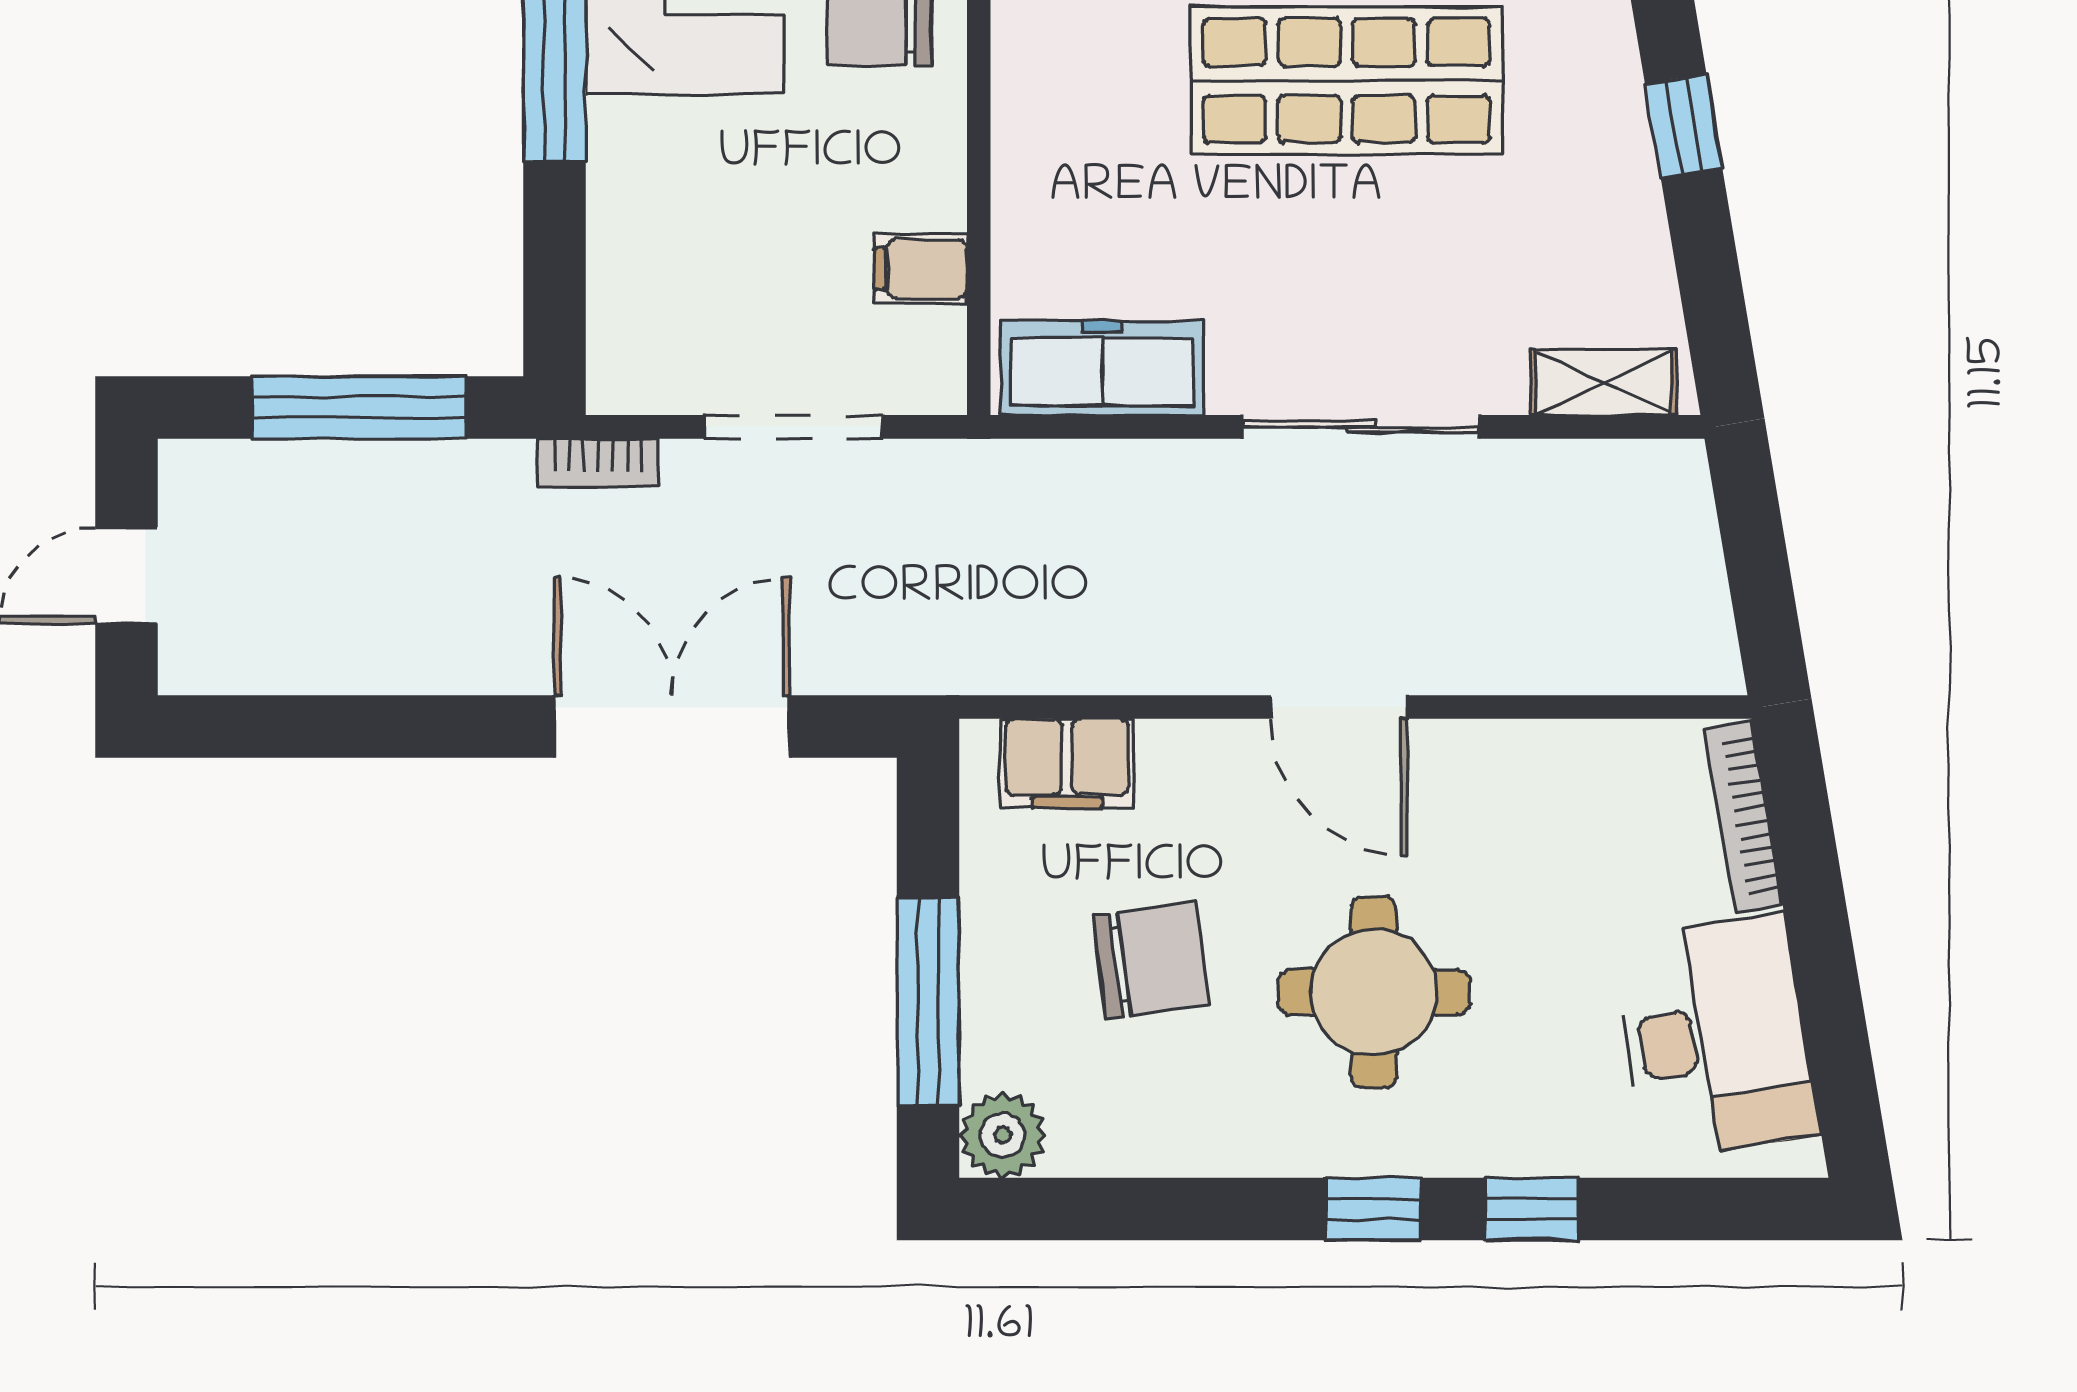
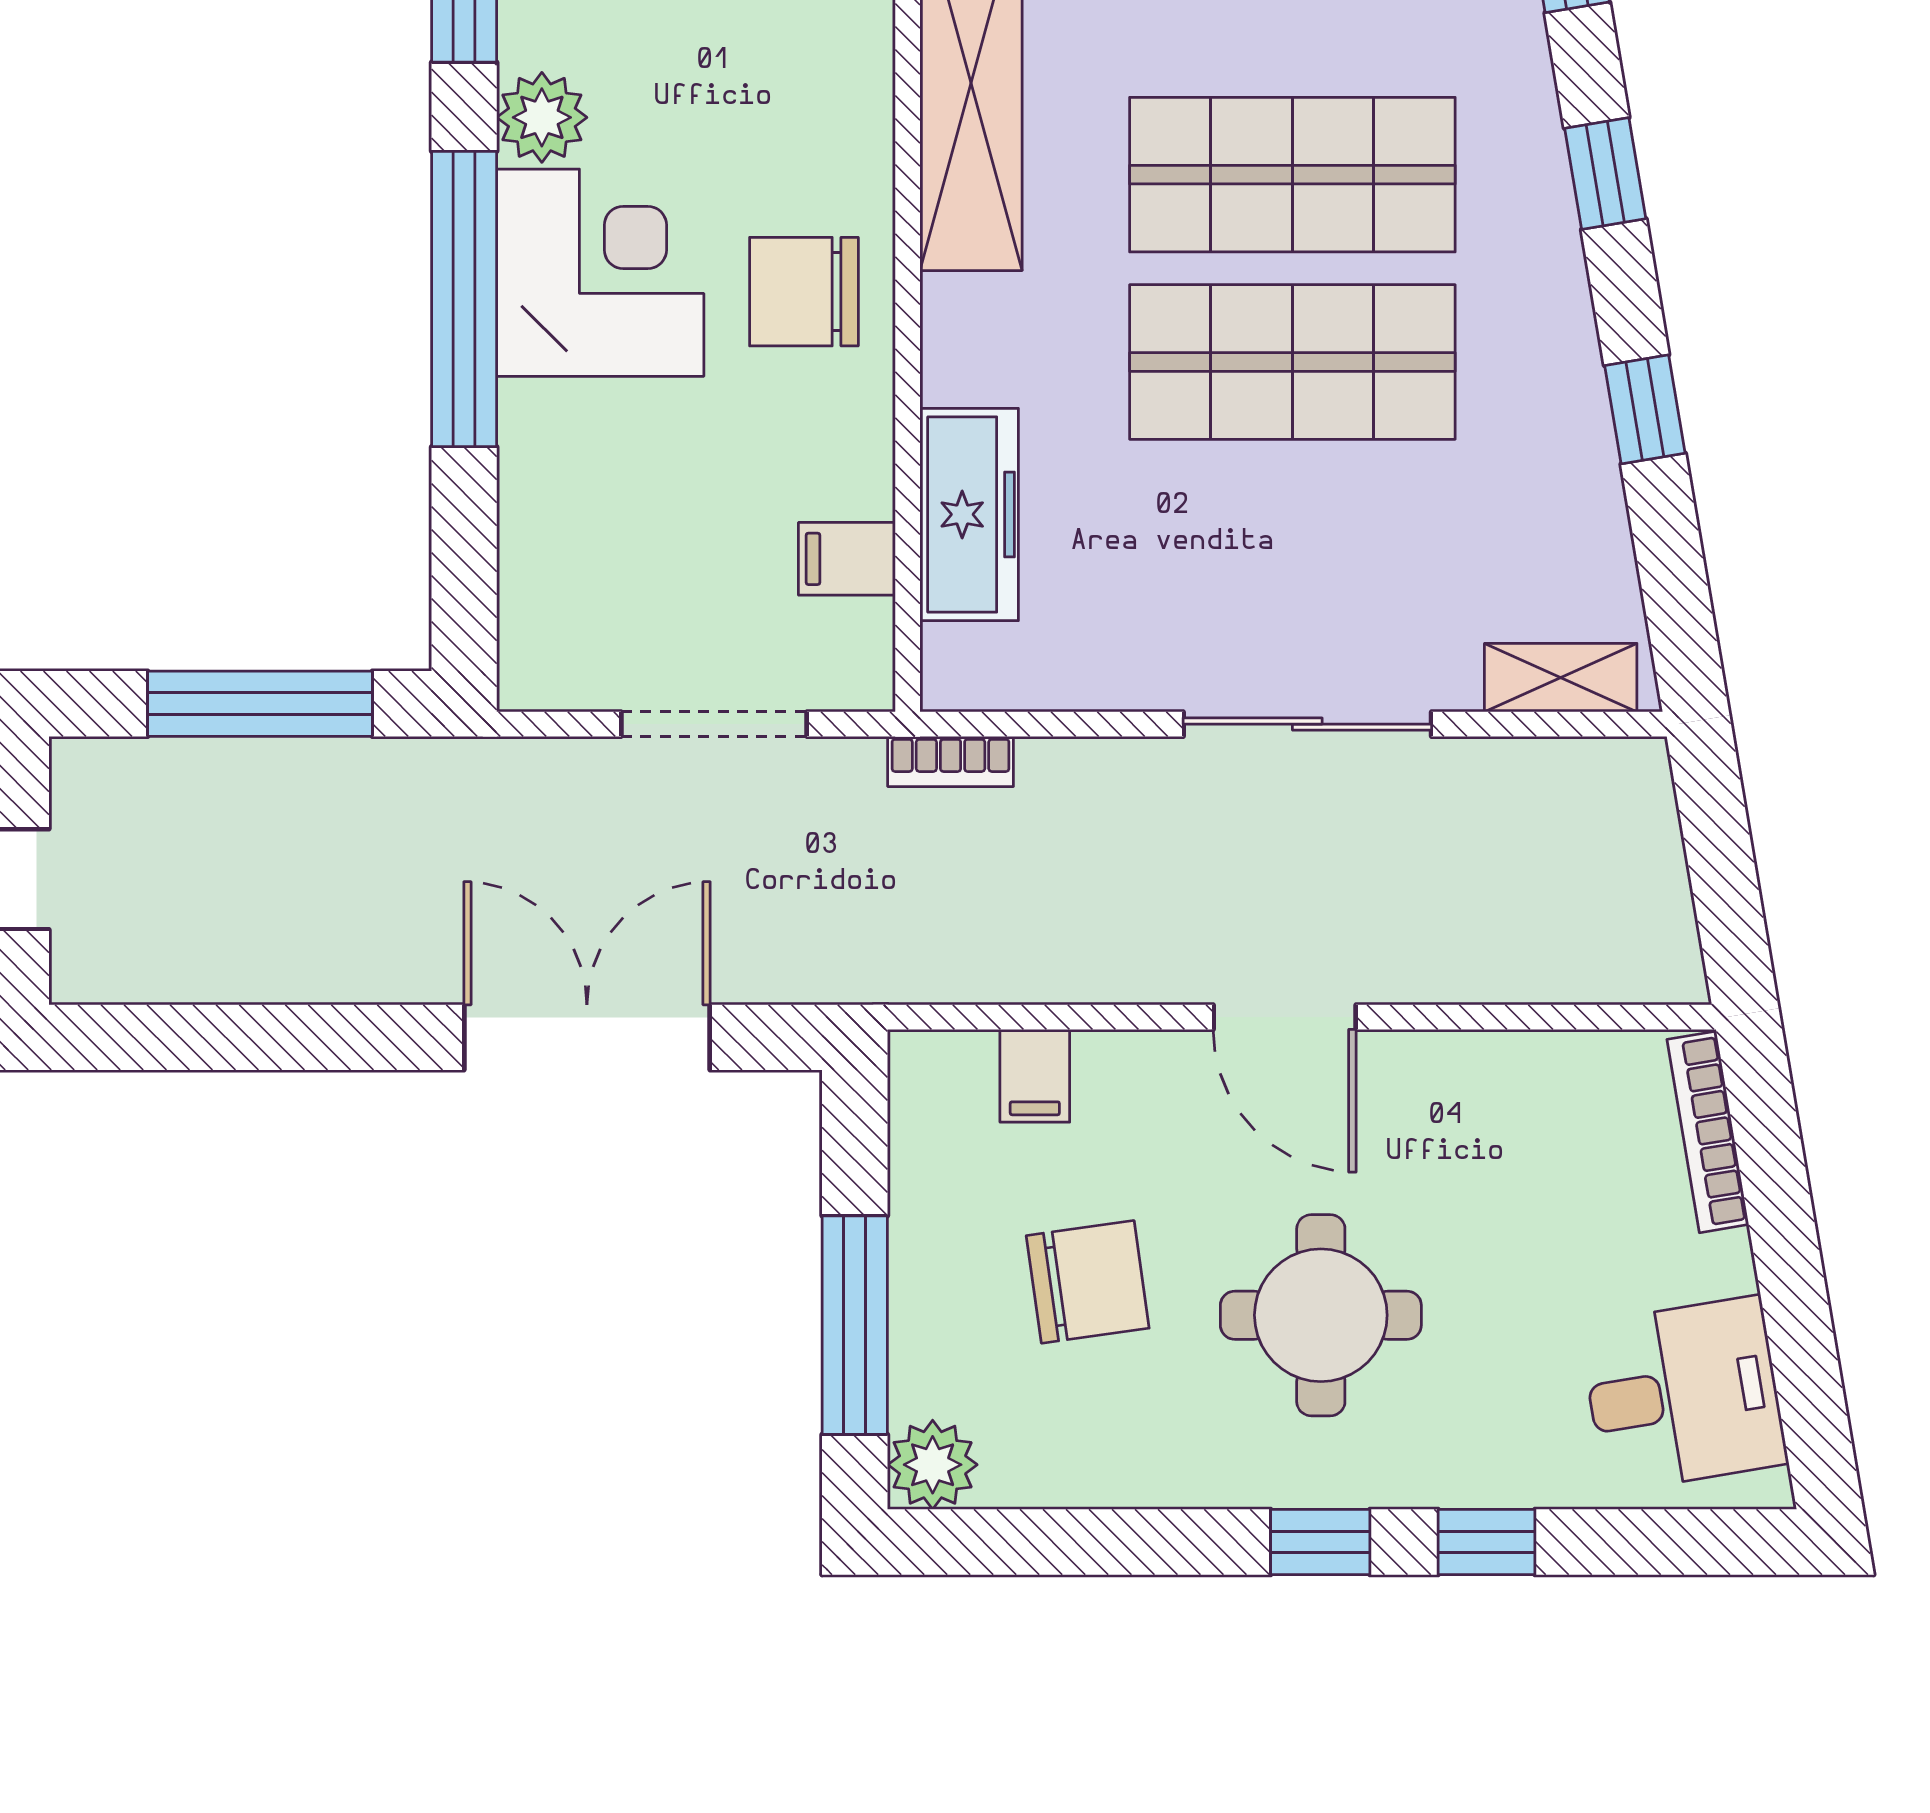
freezer: (1102, 368) -> (969, 514), moved, turned 90
bookcase: (598, 463) -> (951, 761), moved
filing cabinet: (1067, 763) -> (1035, 1076), width x0.50
desk: (1715, 1037) -> (1683, 1394), width x0.73

